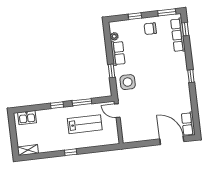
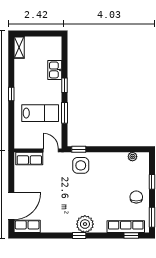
row of seats: (118, 53) -> (29, 158), moved
window: (112, 71) -> (79, 149), moved
plant: (180, 72) -> (85, 224), added
door: (117, 111) -> (51, 150), hinge flipped
kitchen sink: (27, 118) -> (55, 70), moved
lab bench: (85, 124) -> (40, 113), turned -90

